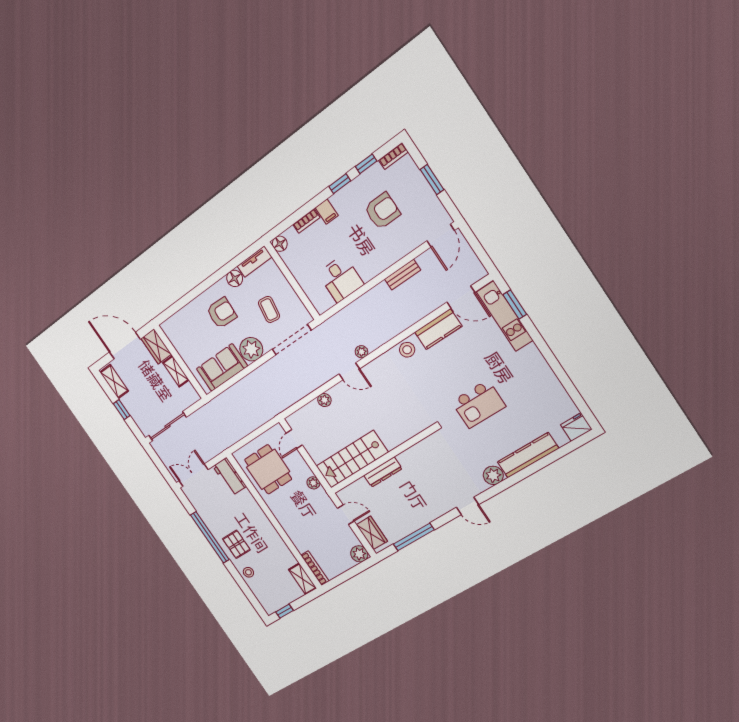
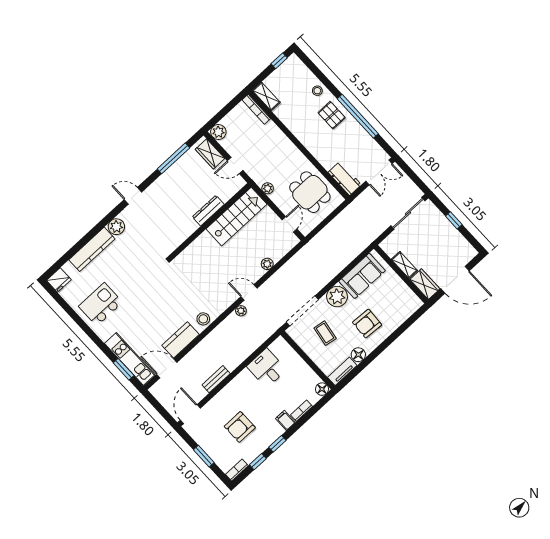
shelving: (114, 382) -> (463, 245), removed
kitchen island: (479, 404) -> (101, 304), moved

